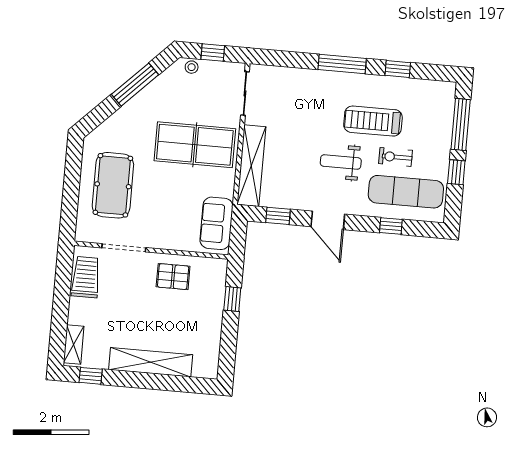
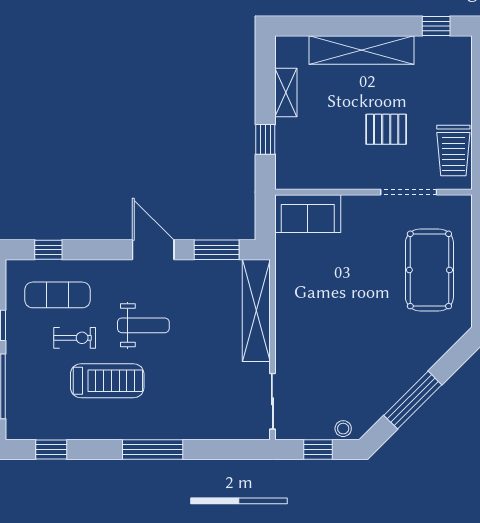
window: (398, 69) -> (51, 450), moved
table tennis table: (195, 145) -> (330, 331), removed
exercise mat: (406, 192) -> (57, 295), width x0.73, depth x0.69
window: (278, 216) -> (217, 250), width x1.50
sofa: (216, 223) -> (308, 214), moved, turned 90
window: (391, 226) -> (48, 250), moved
pallet: (173, 277) -> (386, 129), moved
shelving: (74, 345) -> (286, 93), moved

